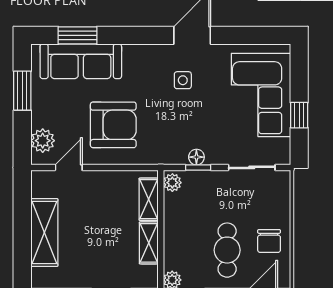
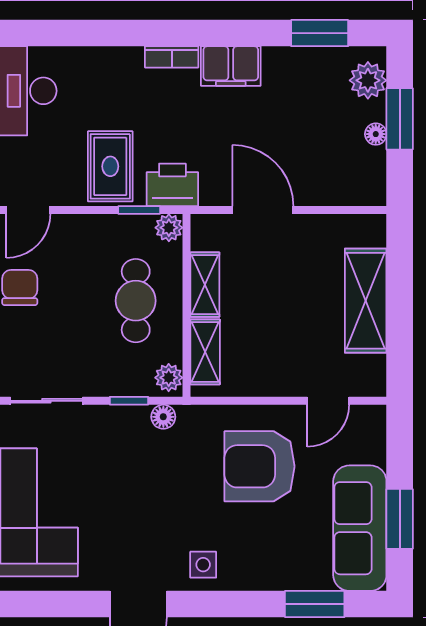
sofa: (81, 61) -> (360, 528), moved, turned -90
side table: (183, 80) -> (203, 565), moved
plant: (43, 141) -> (368, 442), removed
floor lamp: (196, 157) -> (163, 417), moved
cafe table: (227, 250) -> (136, 301), moved

